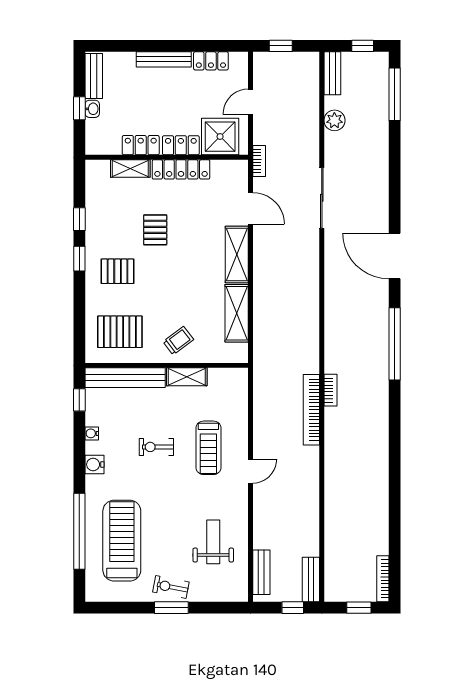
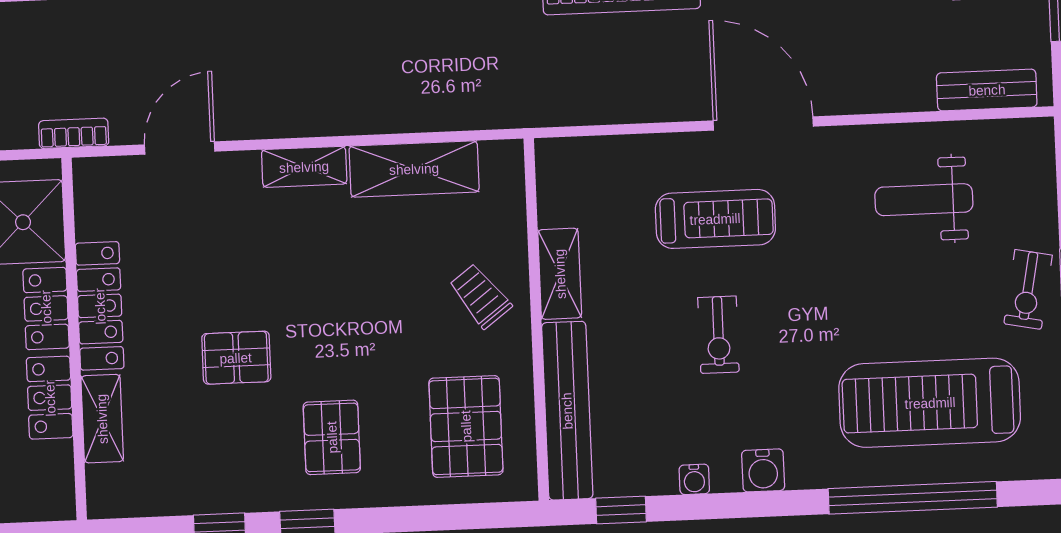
shelving: (237, 254) -> (304, 167), width x0.67, depth x0.75
door: (250, 471) -> (763, 123), width x1.87

